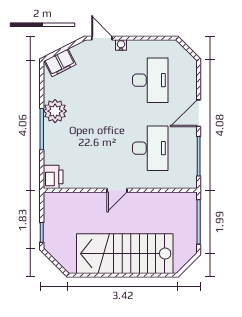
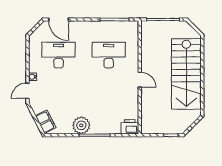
door: (199, 113) -> (59, 19), moved

